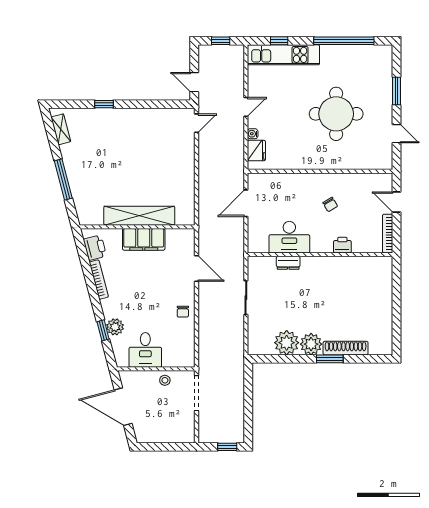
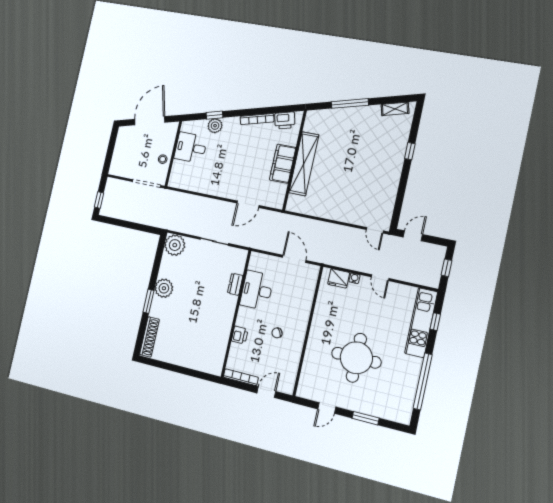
chair: (183, 312) -> (215, 185), removed
plant: (287, 343) -> (175, 245), moved
shoe rack: (346, 348) -> (150, 337), moved

